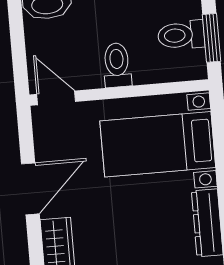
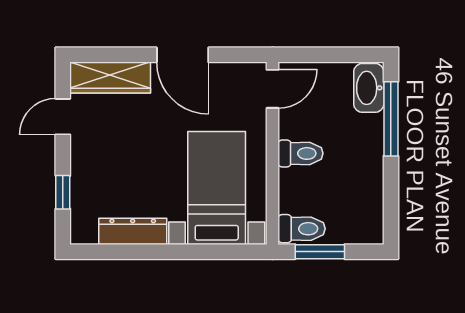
toilet: (181, 35) -> (302, 229), moved, turned 90

